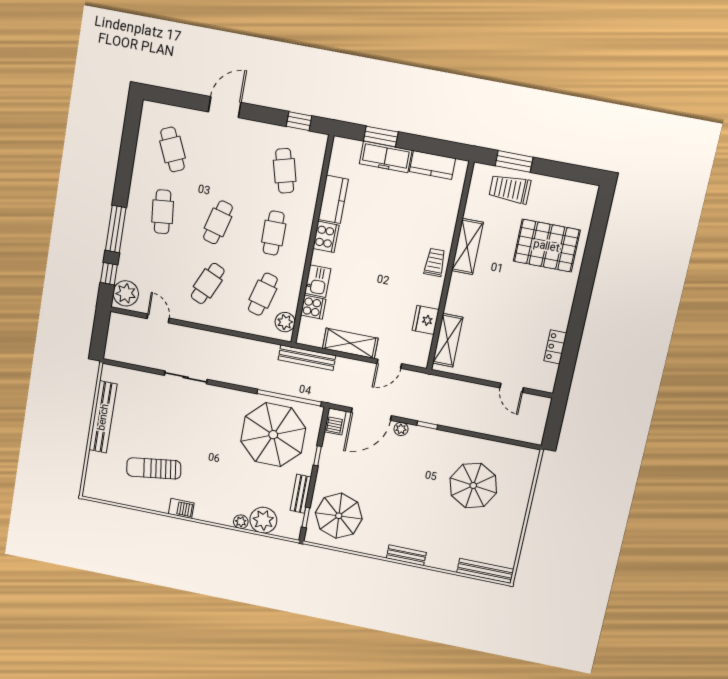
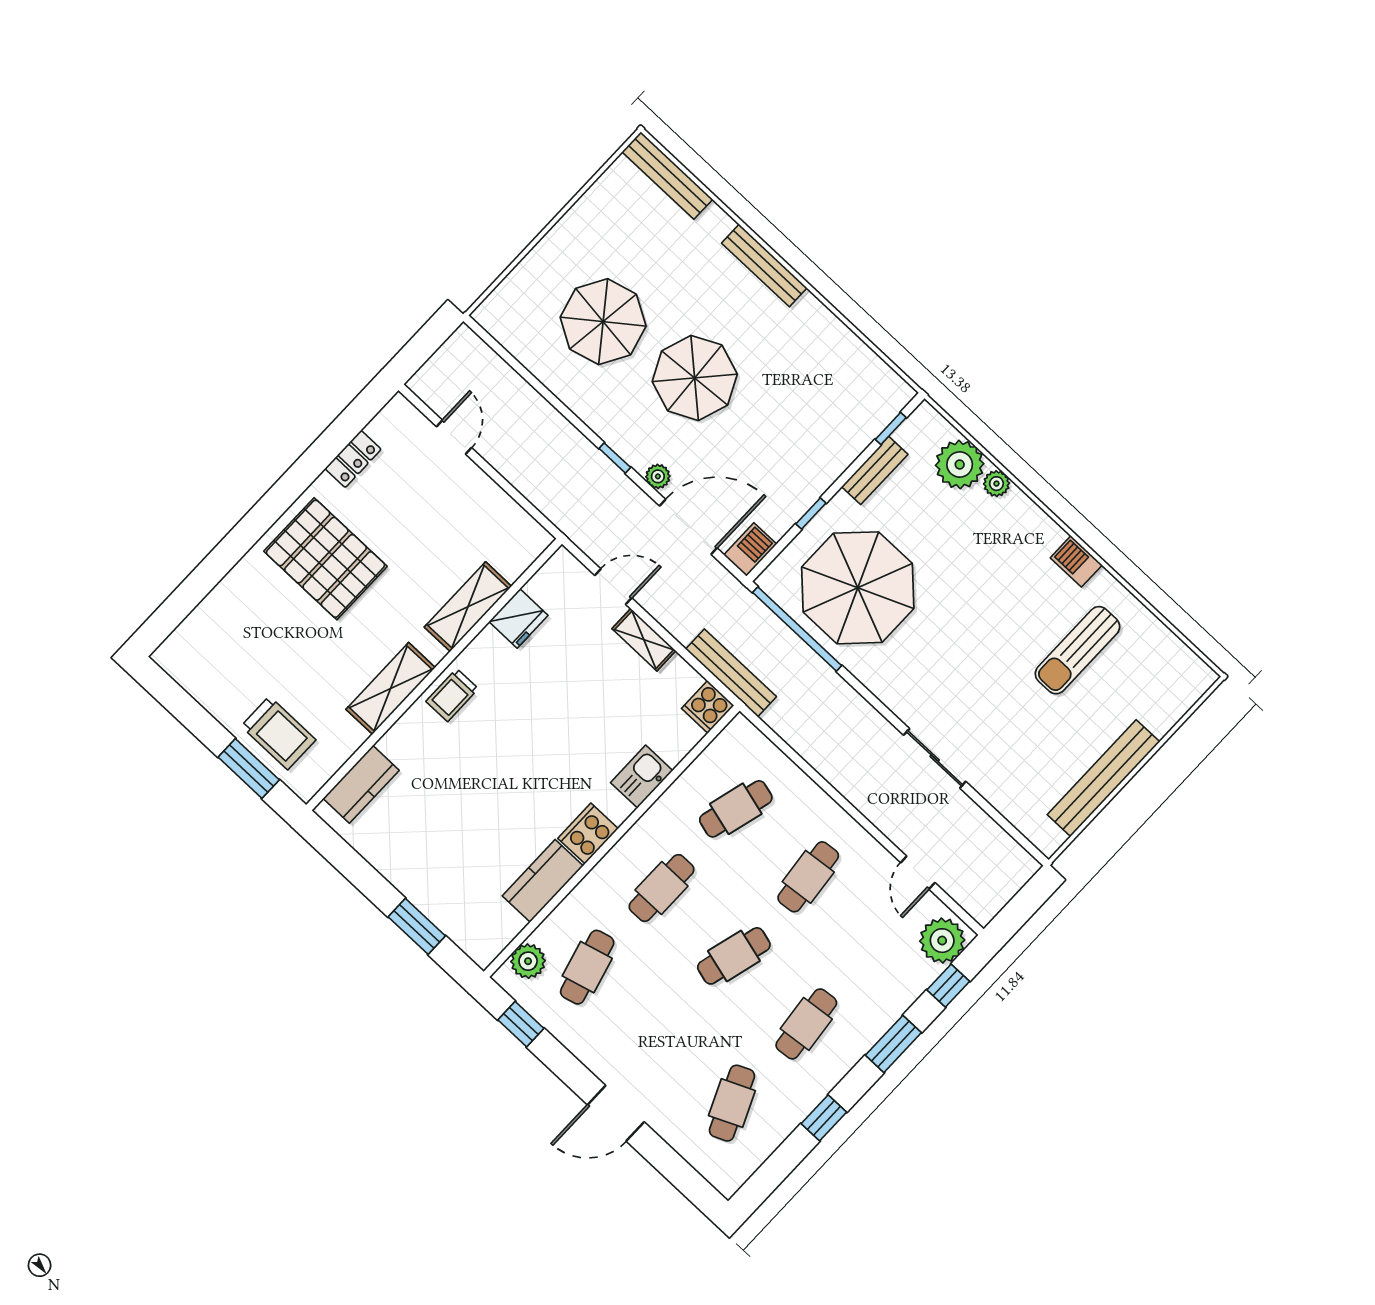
freezer: (386, 157) -> (428, 893), removed
kitchen counter: (432, 165) -> (361, 784), moved, turned 90
window: (125, 171) -> (824, 1118), added
window: (116, 229) -> (893, 1044), width x0.69
pallet: (547, 246) -> (325, 559), moved
cafe table: (208, 283) -> (808, 877), turned -30
cooker: (313, 307) -> (708, 707), moved, turned -90
plant: (285, 322) -> (528, 961), moved
shelving: (448, 340) -> (468, 607), moved
shelving: (350, 343) -> (644, 640), width x0.67, depth x0.75
sun lounger: (154, 468) -> (1077, 650), turned 98
parasol: (339, 516) -> (695, 378), moved
bench: (406, 555) -> (764, 266), width x1.36

